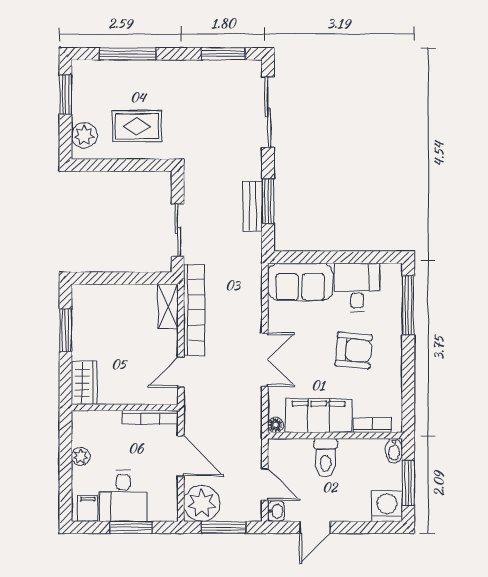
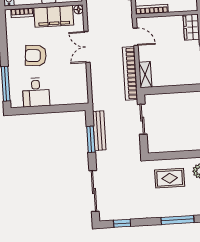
window: (223, 54) -> (122, 223), width x0.67
bench: (253, 206) -> (99, 131), width x1.36
sofa: (300, 282) -> (69, 94), removed
door: (181, 372) -> (135, 37), hinge flipped

